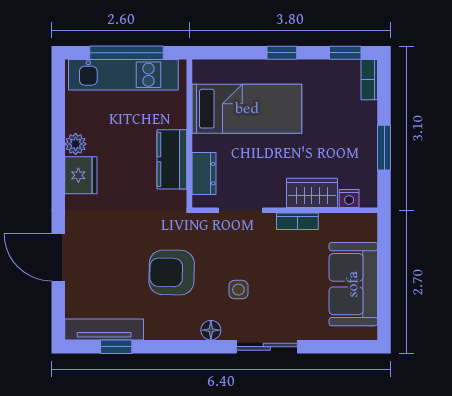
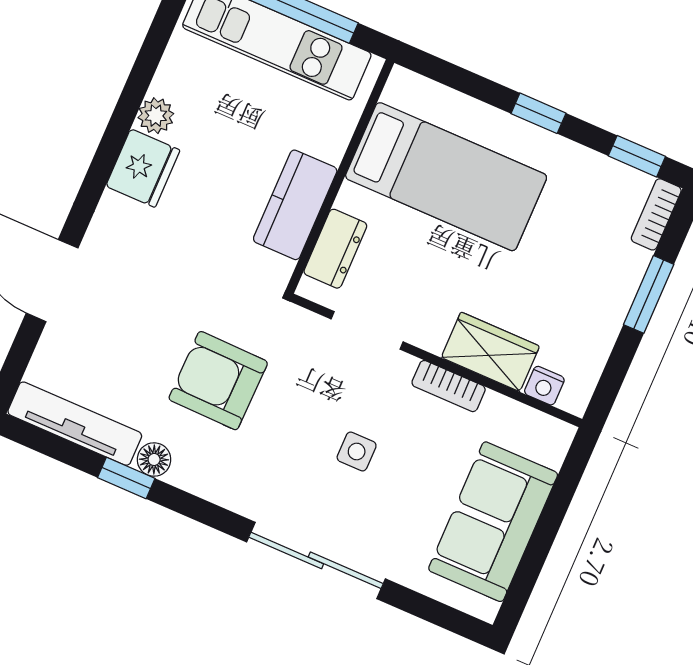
window: (384, 148) -> (649, 294), moved
side table: (238, 290) -> (357, 451), moved
floor lamp: (211, 330) -> (154, 459), moved
window: (116, 347) -> (126, 478), moved
sliding door: (267, 347) -> (316, 560), width x1.37

